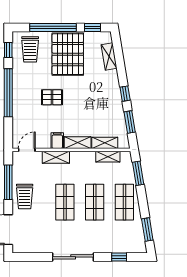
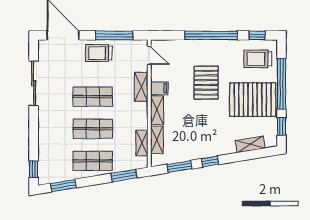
pallet: (52, 97) -> (206, 83), width x1.50, depth x1.42
sliding door: (73, 257) -> (34, 83), moved
window: (119, 257) -> (34, 169), moved

